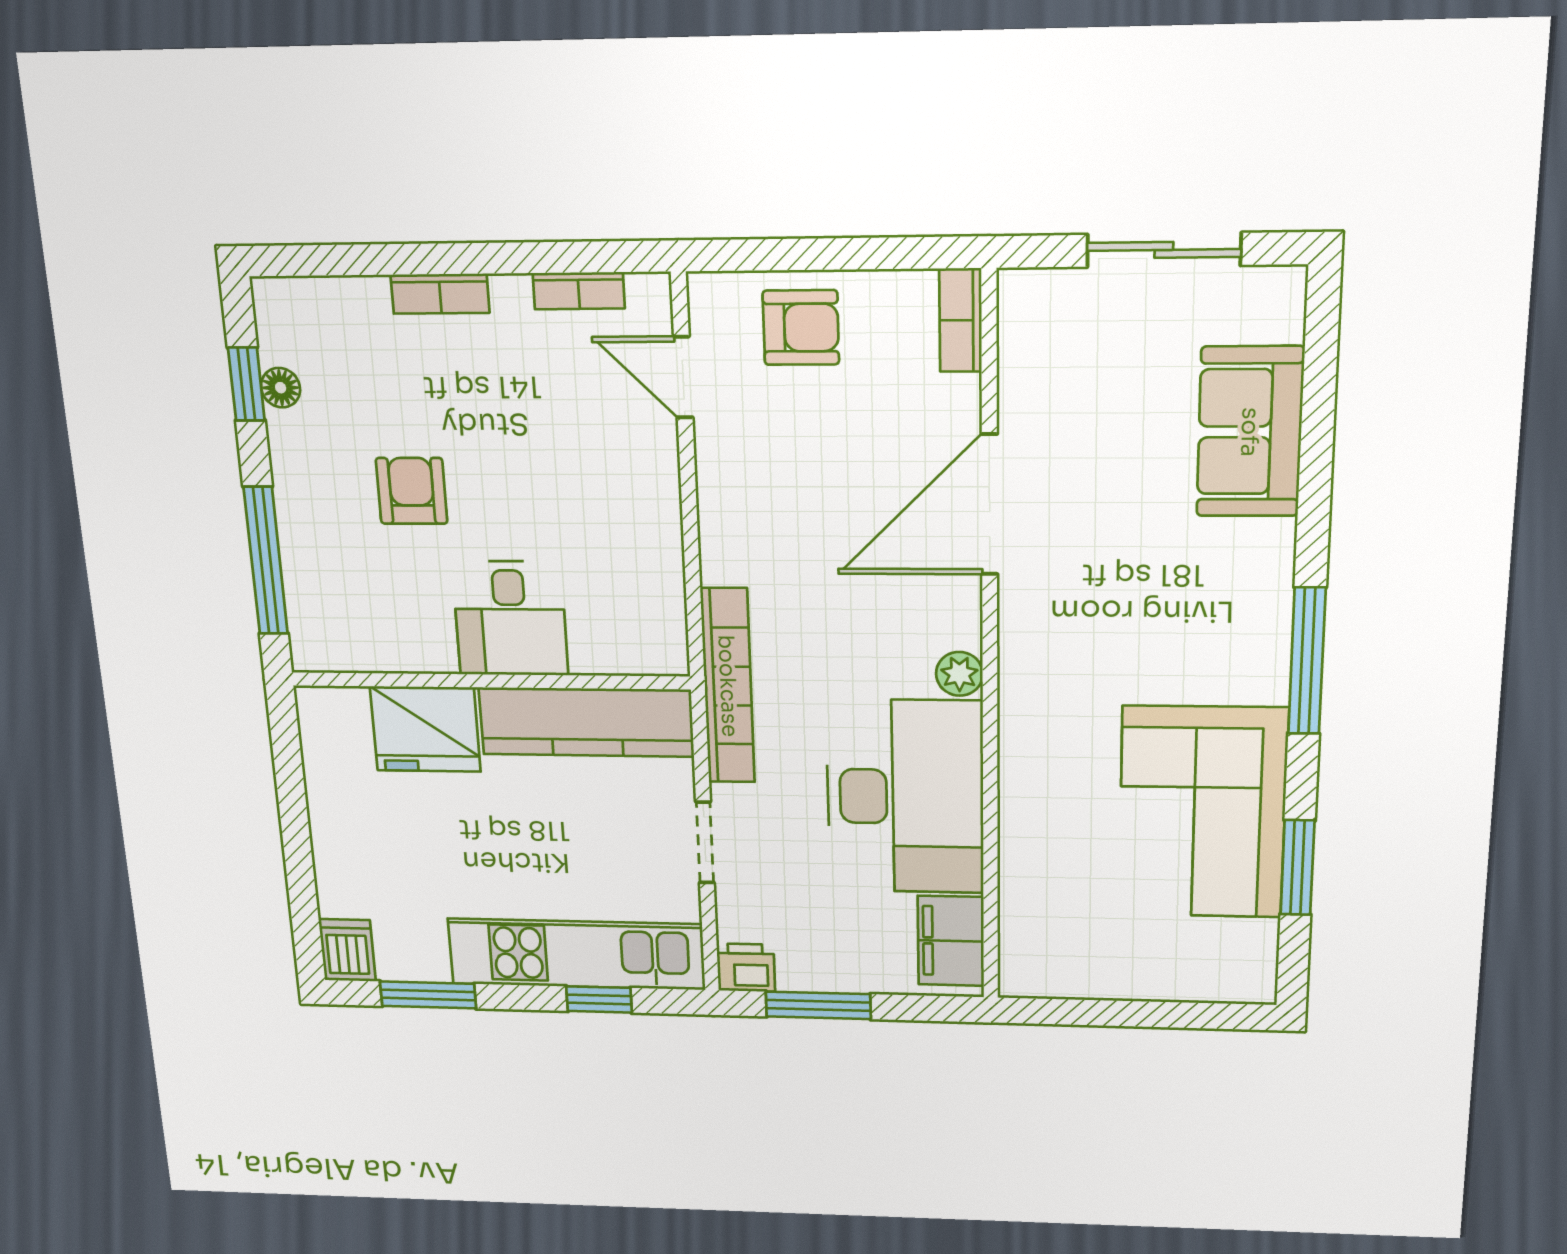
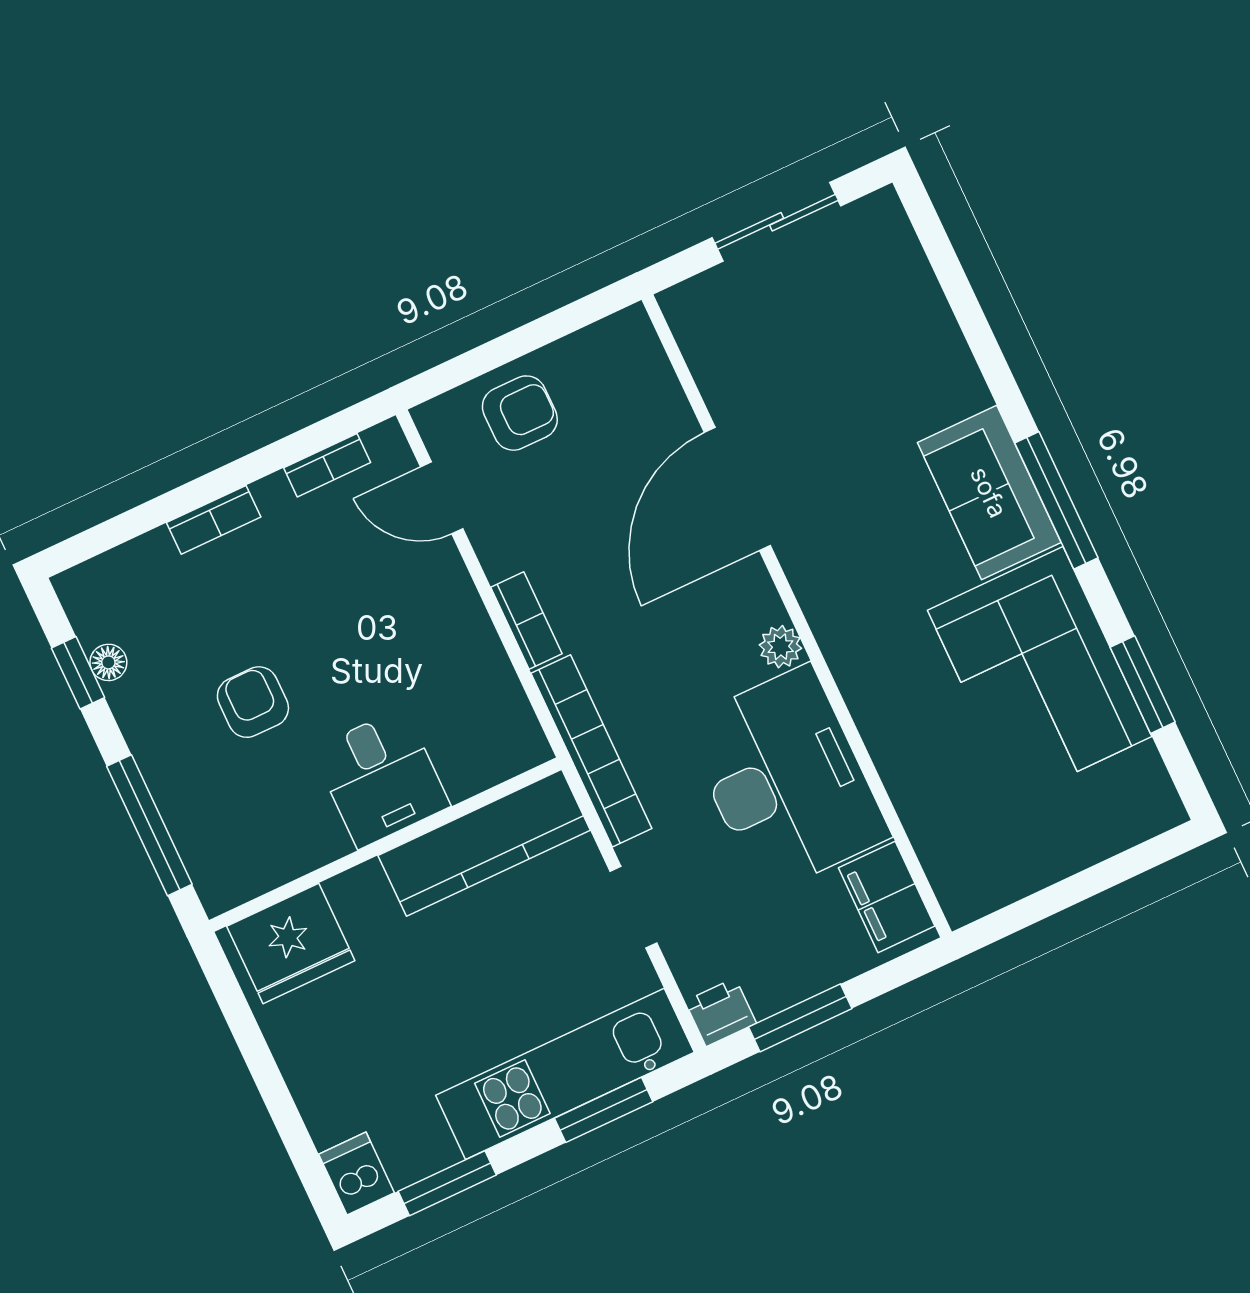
bookcase: (961, 320) -> (526, 620), moved, turned 180
sofa: (1250, 432) -> (989, 492), moved
fridge: (425, 729) -> (291, 943), moved
window: (599, 999) -> (604, 1110), width x1.50

